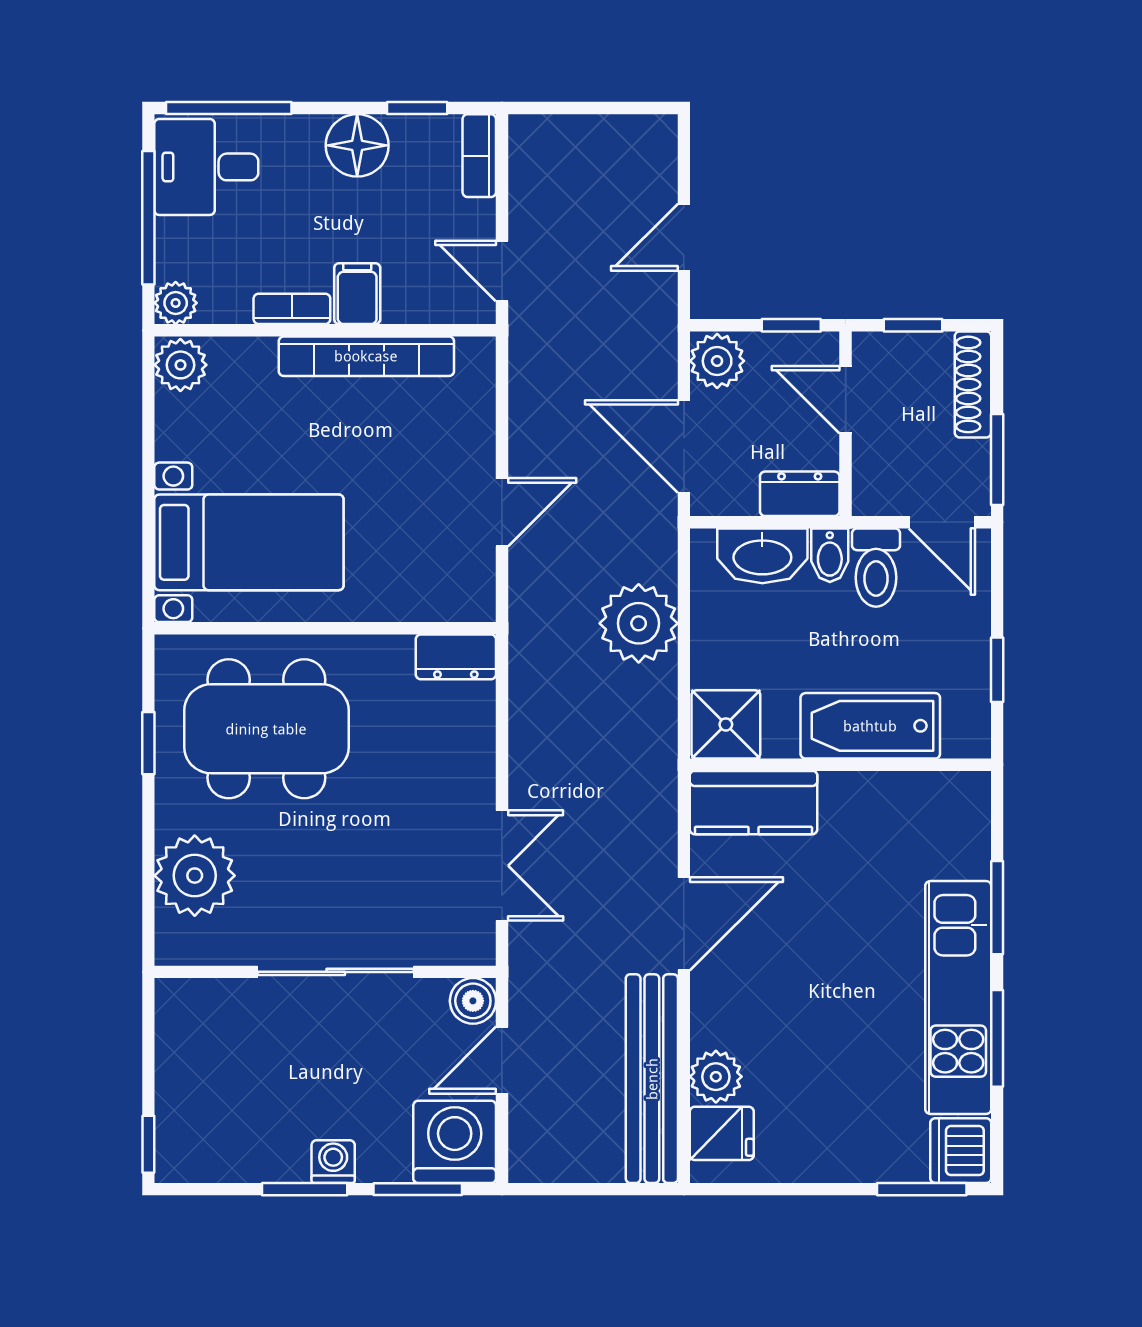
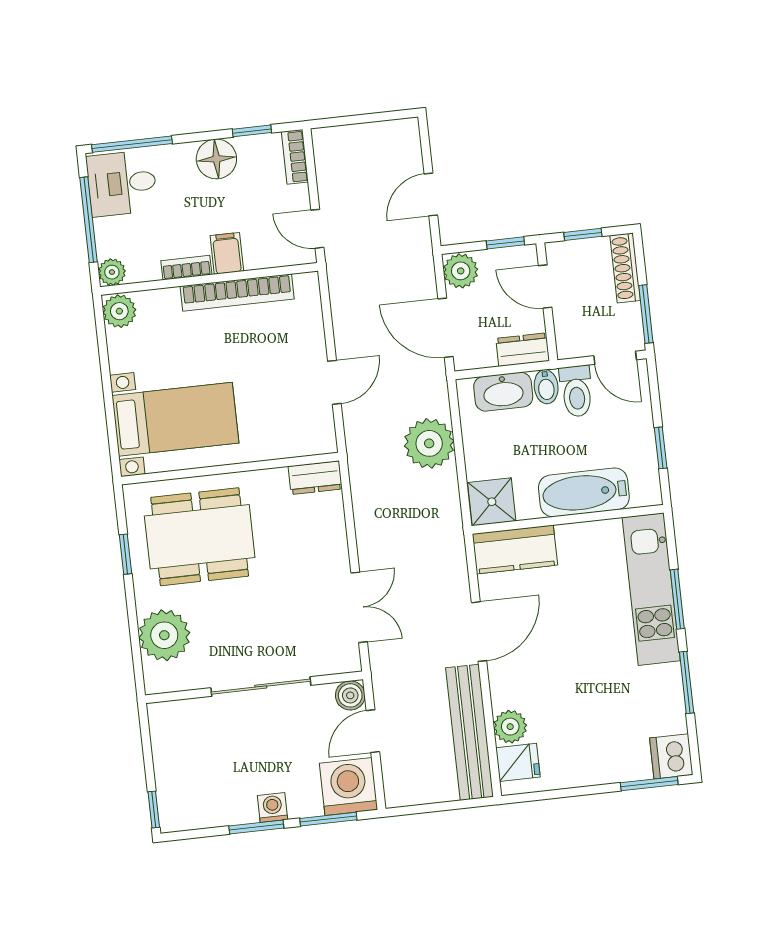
kitchen unit: (958, 998) -> (651, 589), moved

